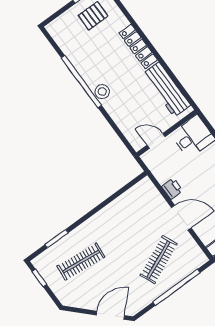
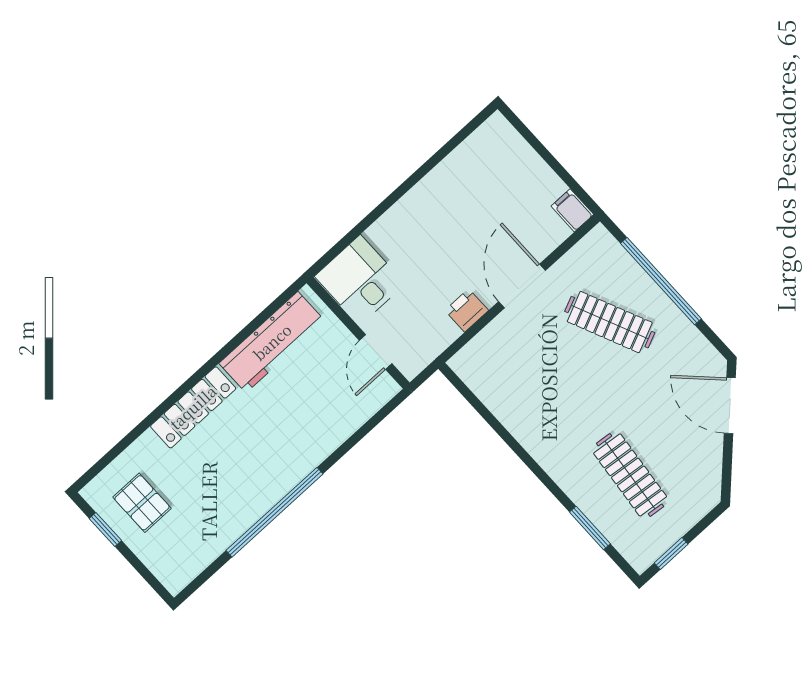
stool: (102, 92) -> (290, 469), removed

